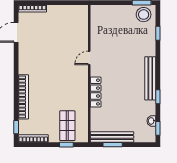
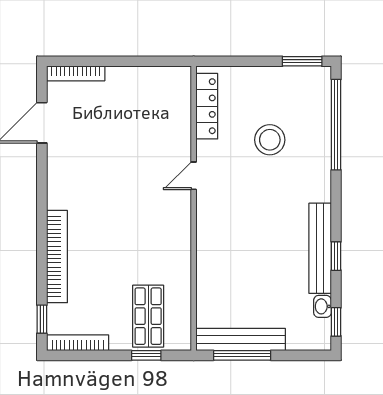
stool: (144, 15) -> (270, 140), moved
window: (158, 33) -> (336, 125), width x3.17
bench: (150, 78) -> (320, 248), moved
locker: (96, 92) -> (207, 106), moved
window: (113, 145) -> (242, 355), width x1.44

